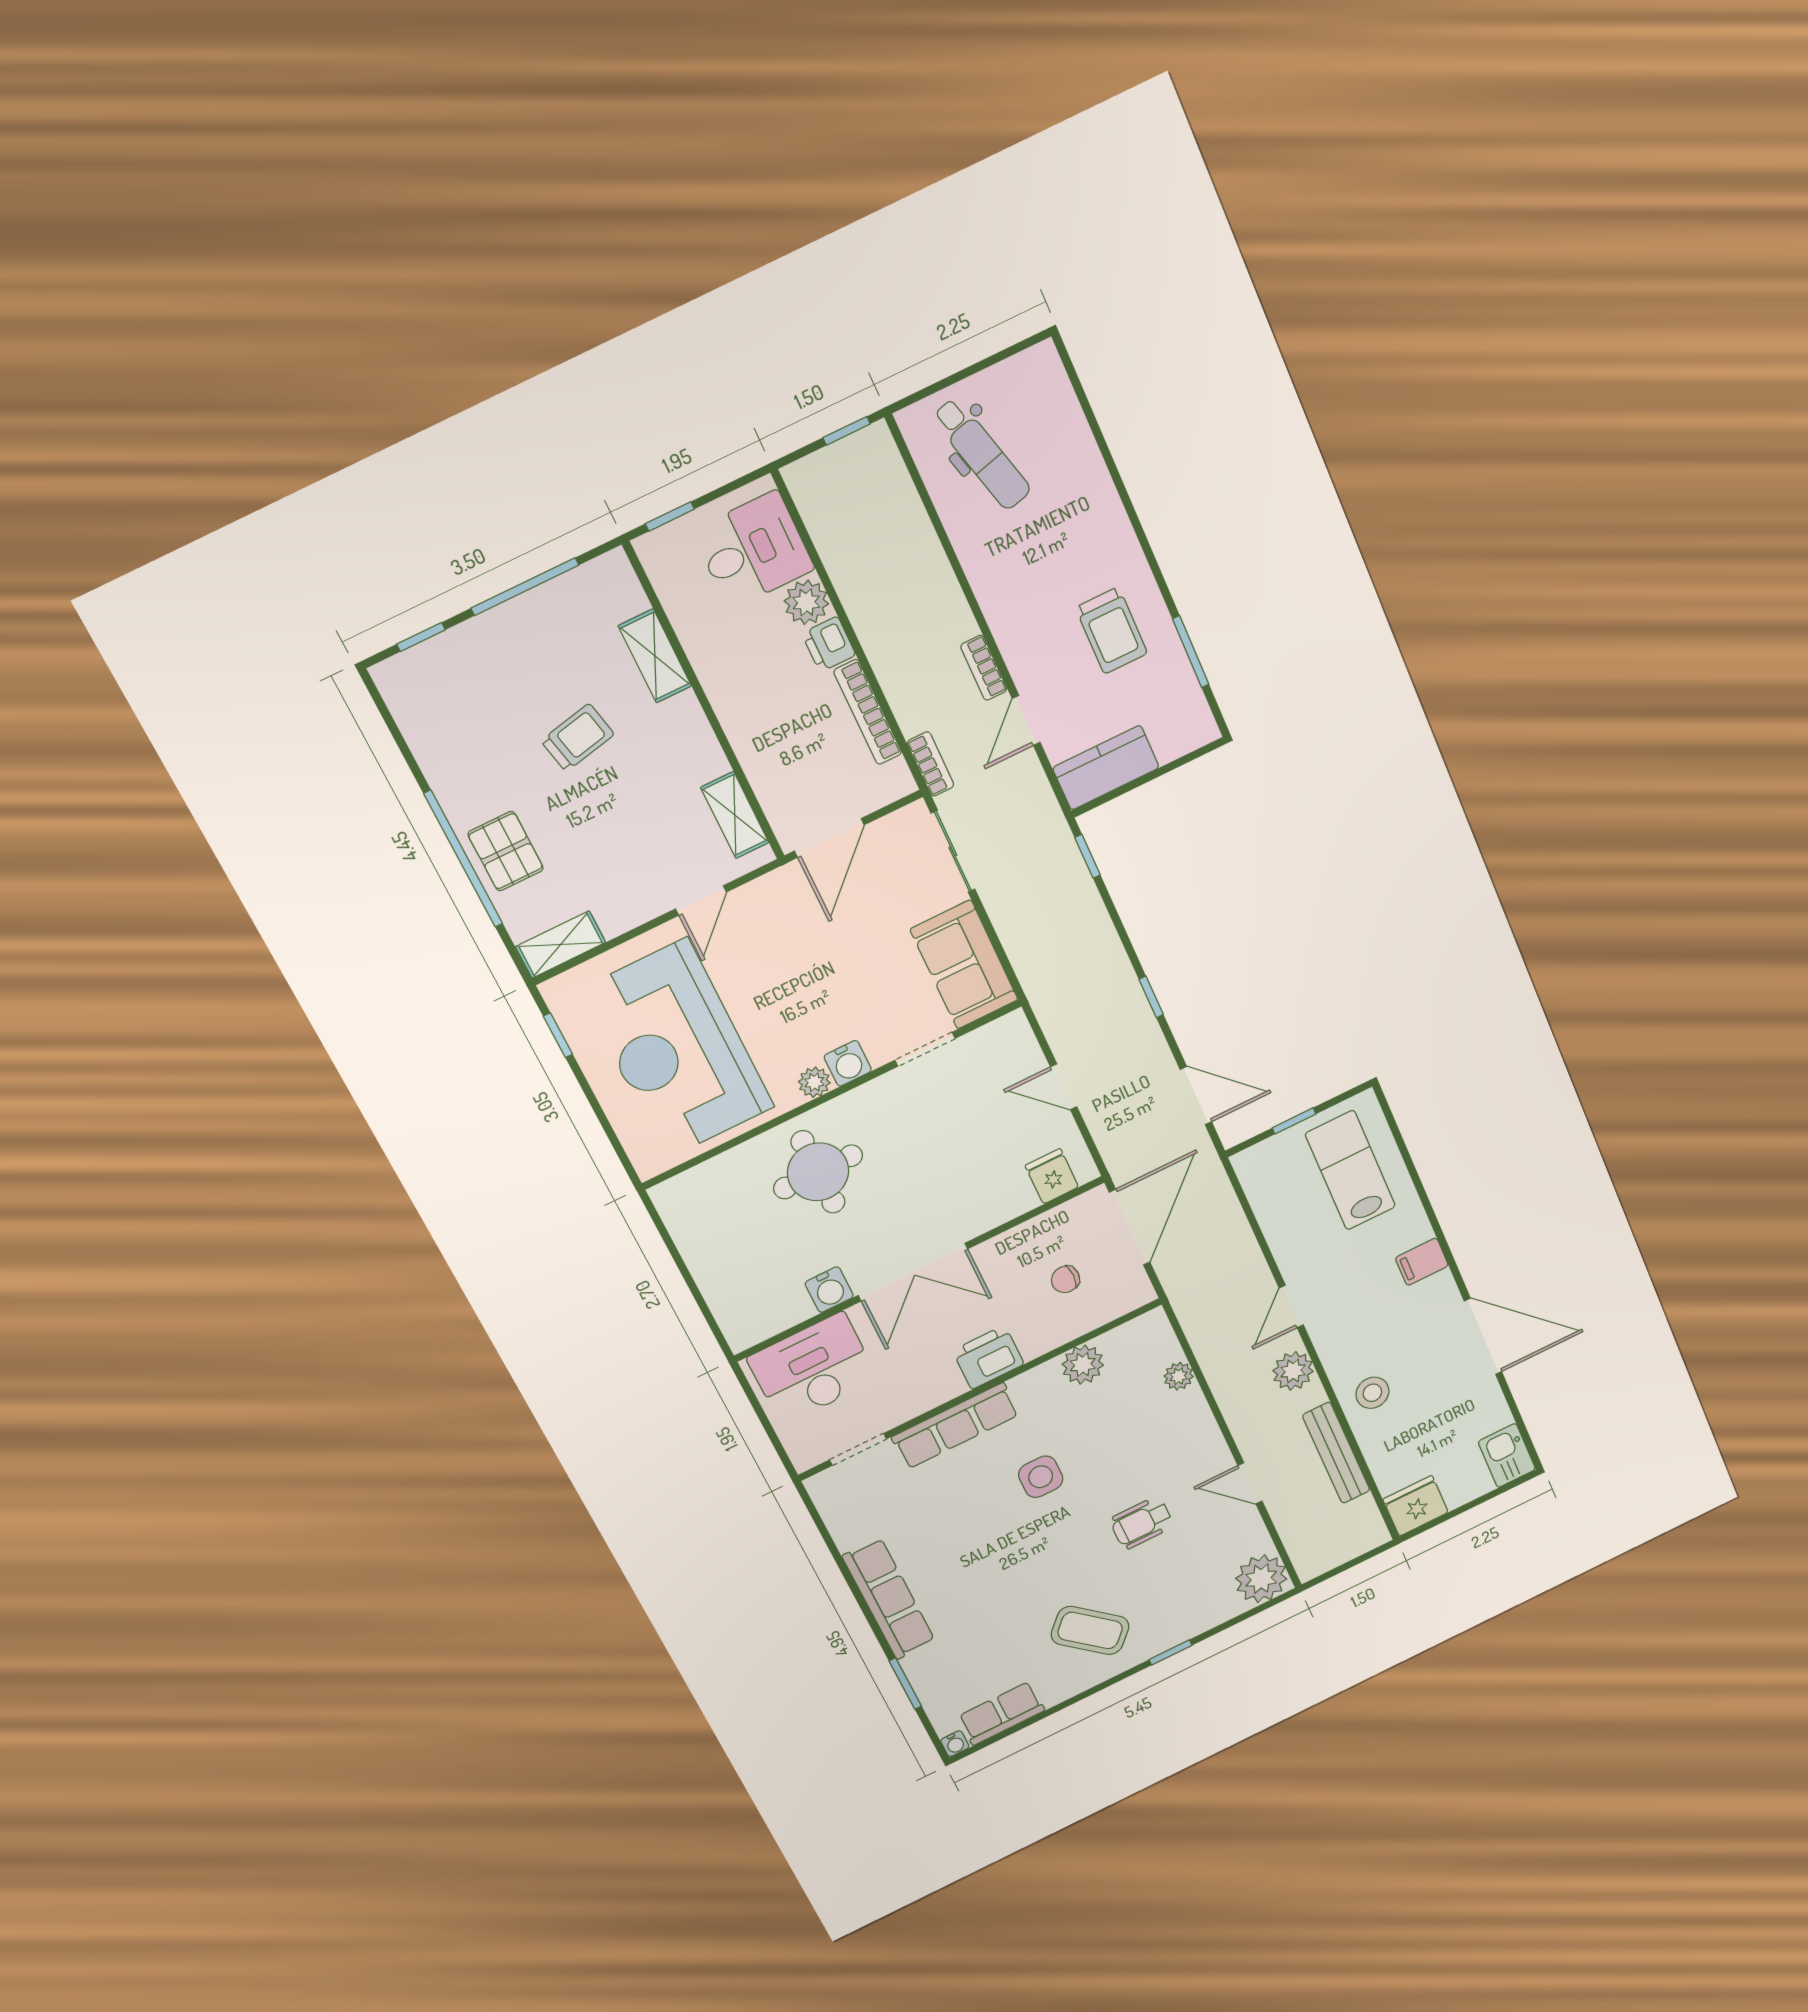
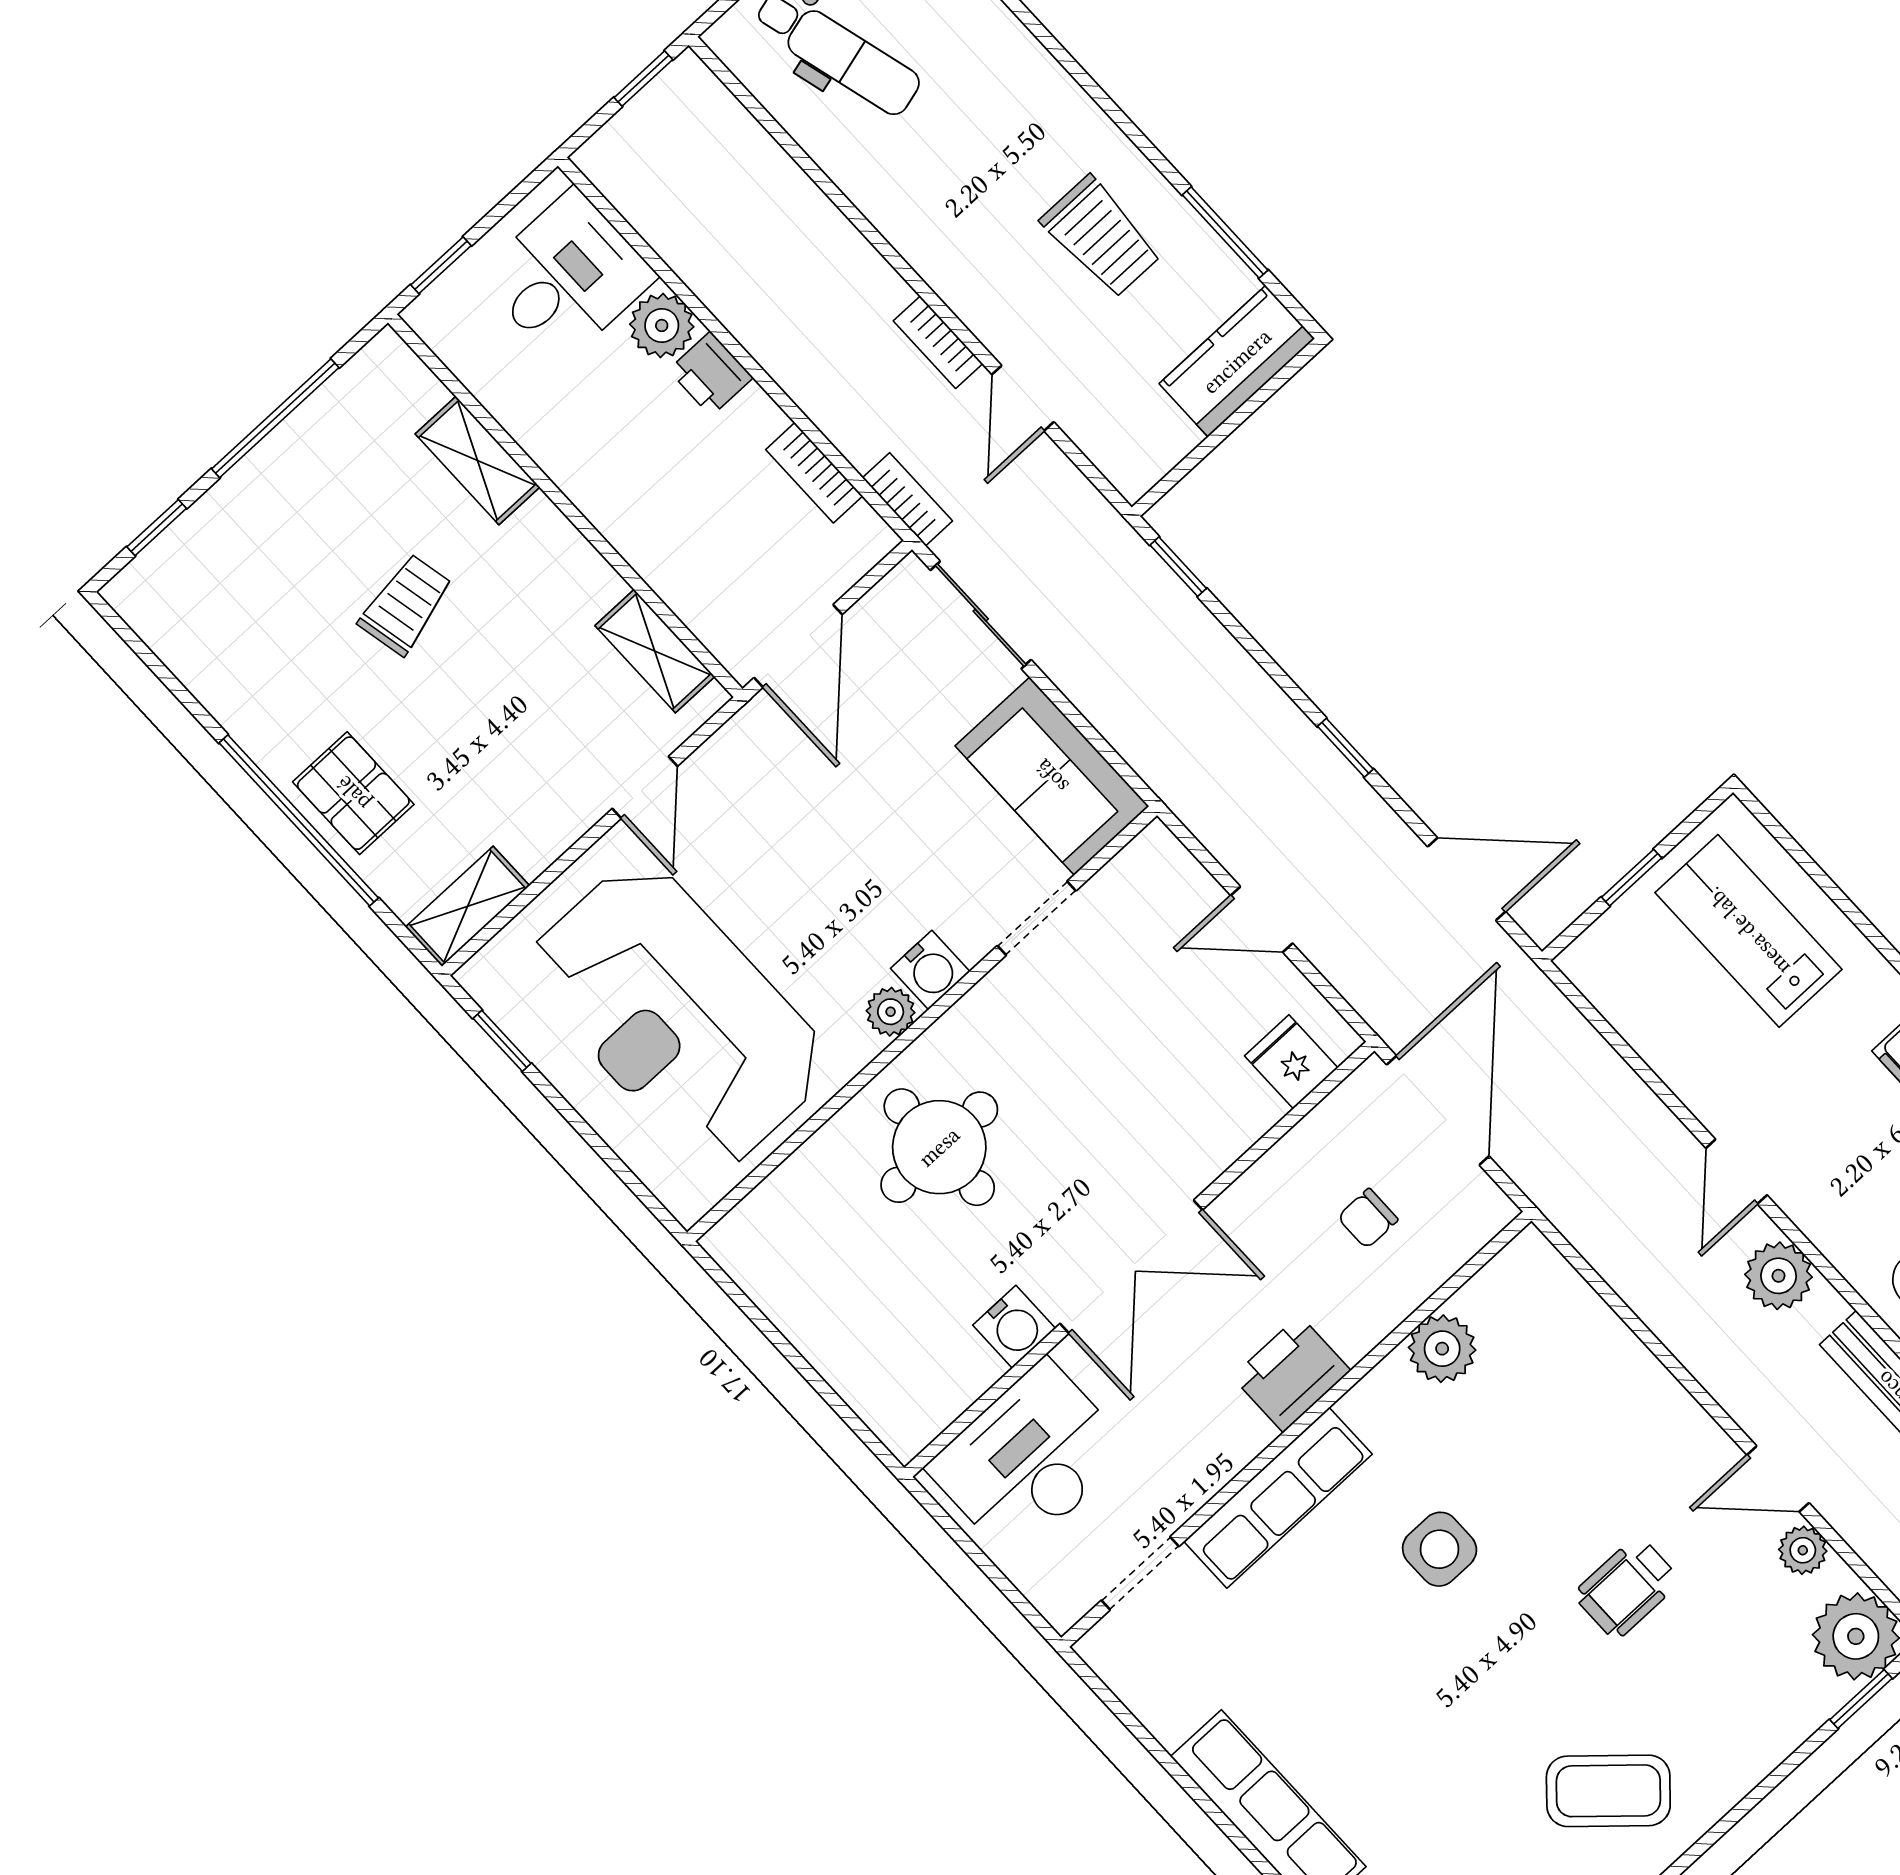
bookcase: (868, 712) -> (814, 473), width x0.64
kitchen counter: (1106, 768) -> (1237, 361), moved
plant: (1179, 1376) -> (1803, 1550), moved
window: (1171, 1652) -> (1861, 1699), moved

